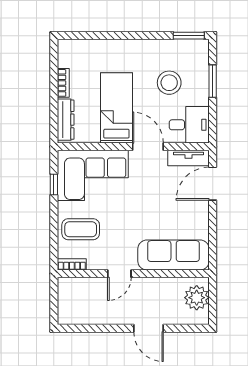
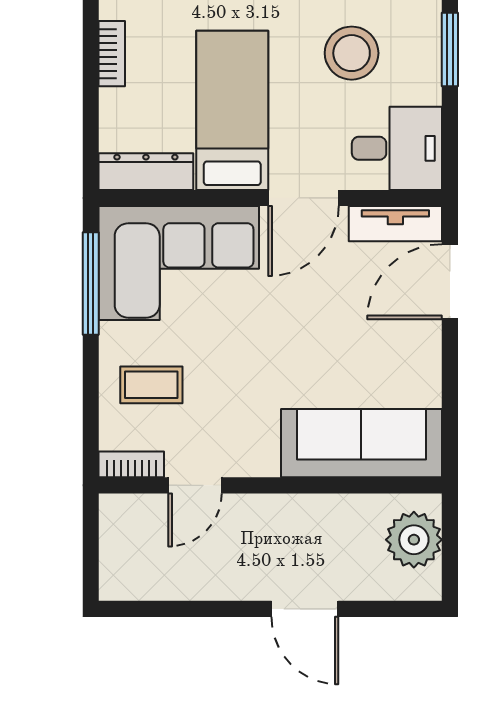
dresser: (66, 120) -> (146, 172), moved, turned -90
door: (148, 147) -> (303, 198), swing flipped
window: (54, 184) -> (91, 284), width x2.17
coffee table: (81, 229) -> (151, 385), width x0.73, depth x0.77
door: (119, 274) -> (195, 485), moved

